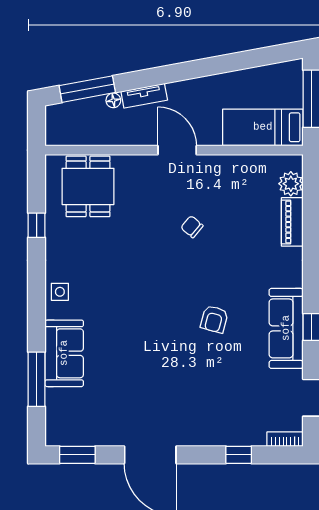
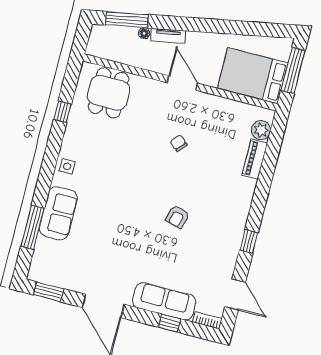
bed: (263, 127) -> (253, 76), width x1.50
sofa: (286, 328) -> (164, 301), moved, turned 90

